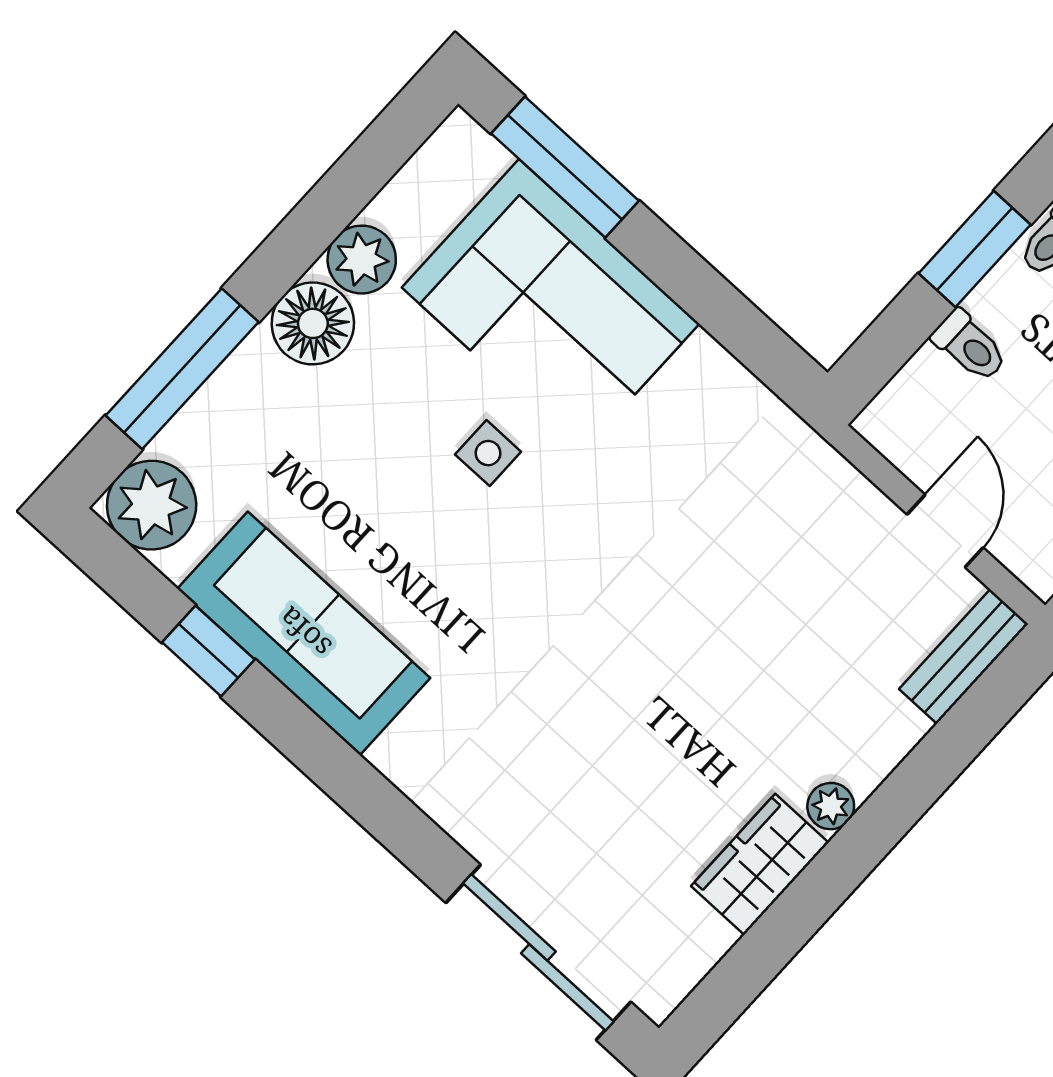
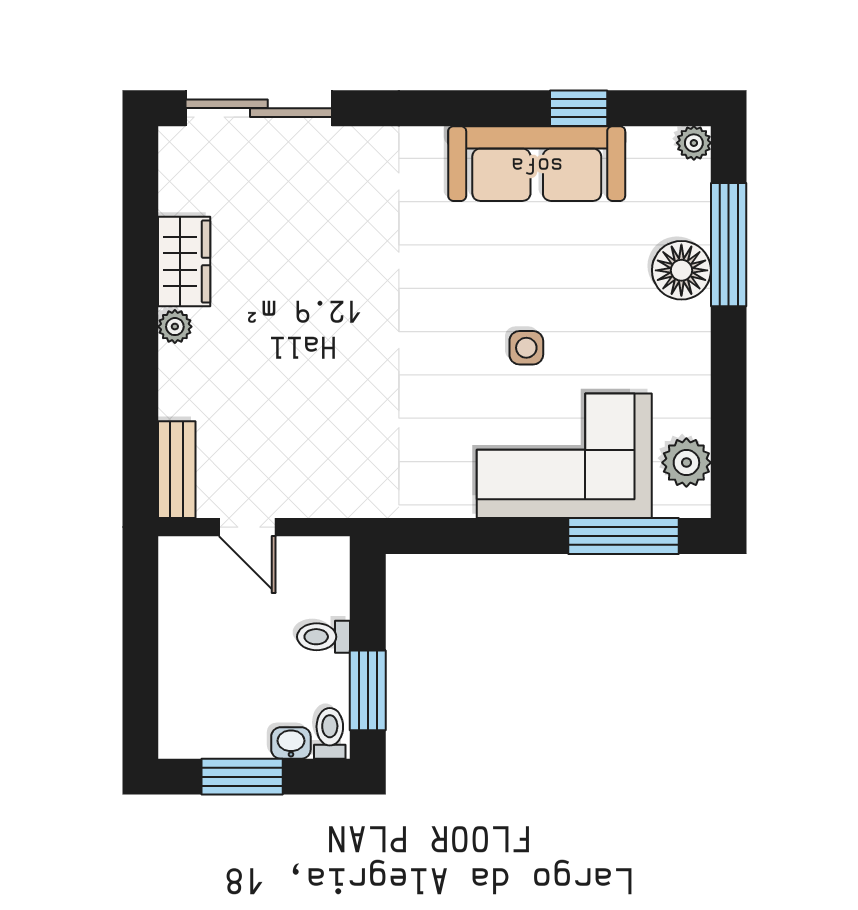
plant: (362, 260) -> (686, 463), moved
floor lamp: (313, 323) -> (681, 270), moved
plant: (152, 505) -> (694, 143), width x0.53, depth x0.53

